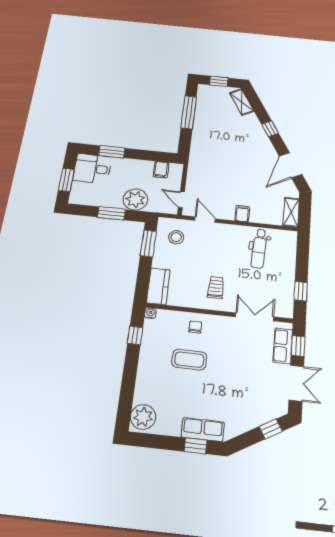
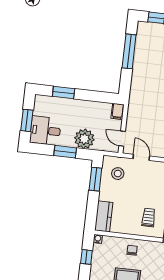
desk: (92, 169) -> (45, 131), moved
filing cabinet: (161, 170) -> (118, 111), moved

